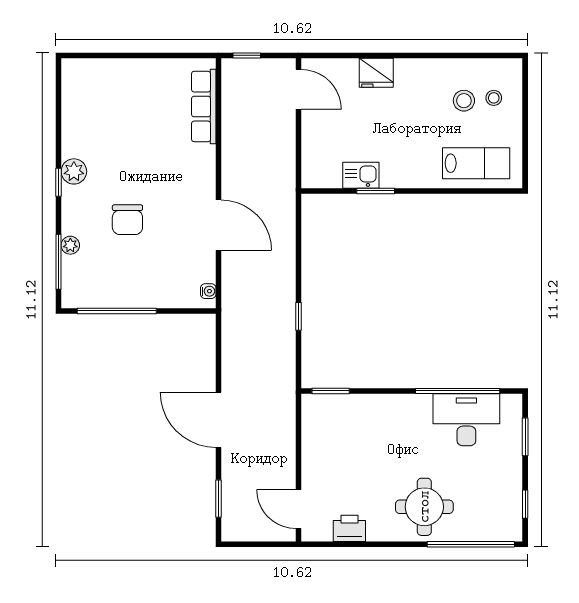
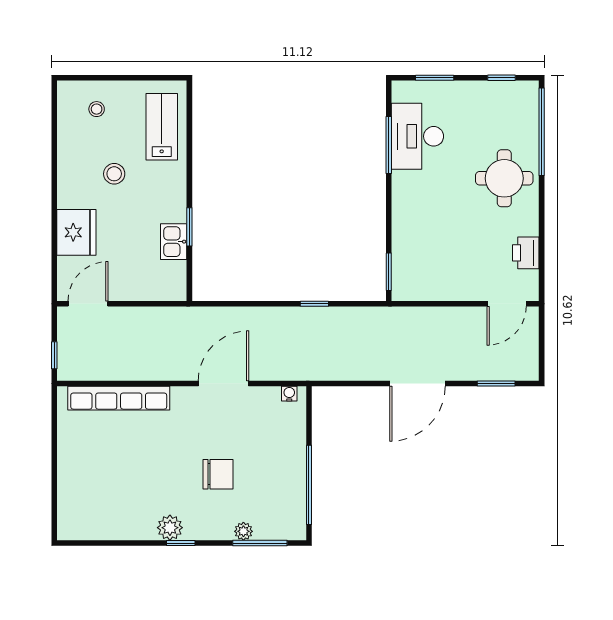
fridge: (376, 73) -> (76, 232), width x1.36, depth x1.34
stool: (464, 101) -> (114, 174), moved
row of seats: (204, 107) -> (119, 398), width x1.36
window: (458, 391) -> (389, 145), width x0.68

